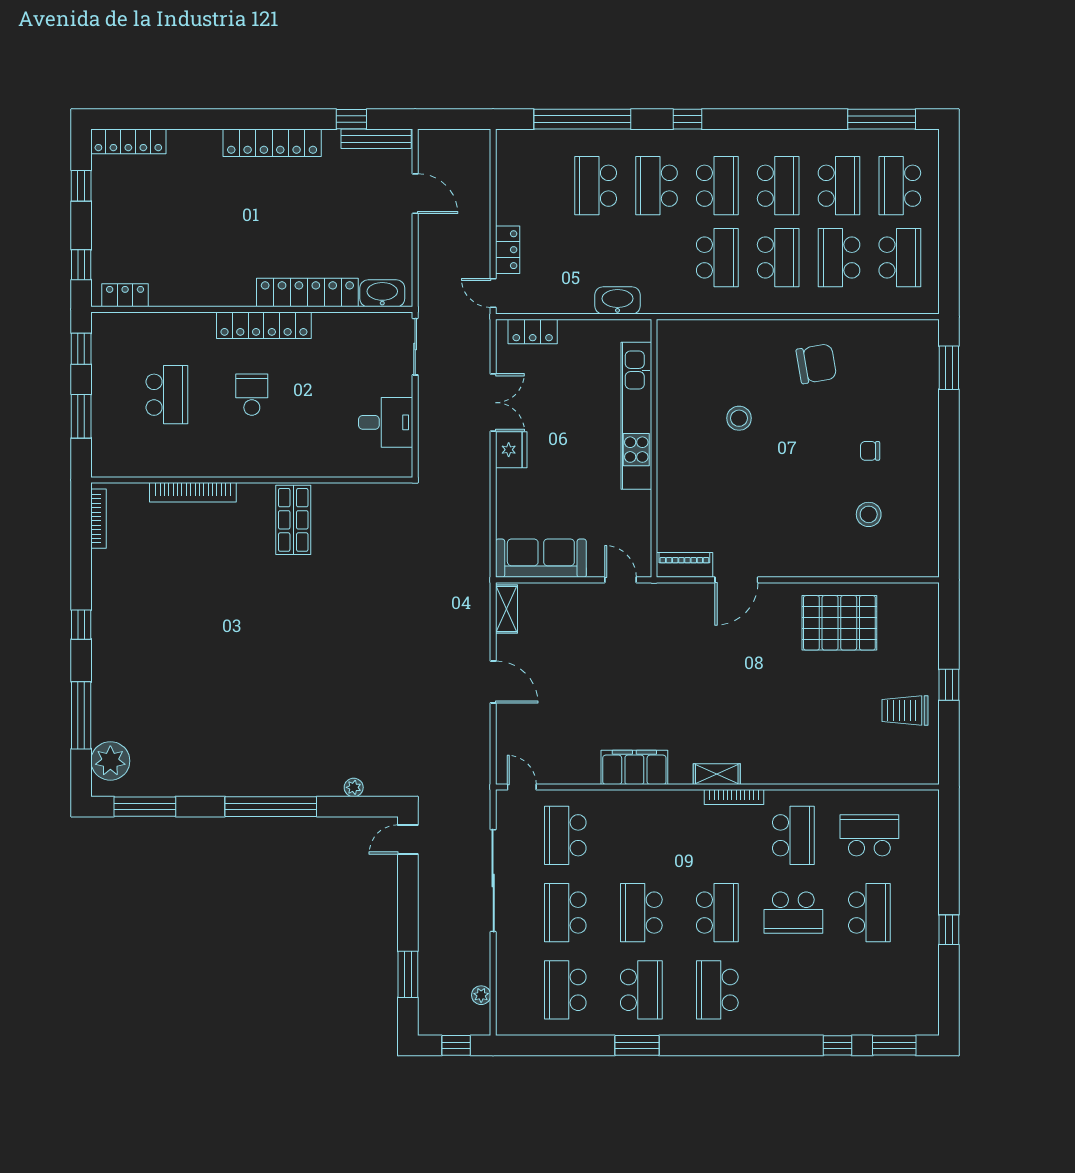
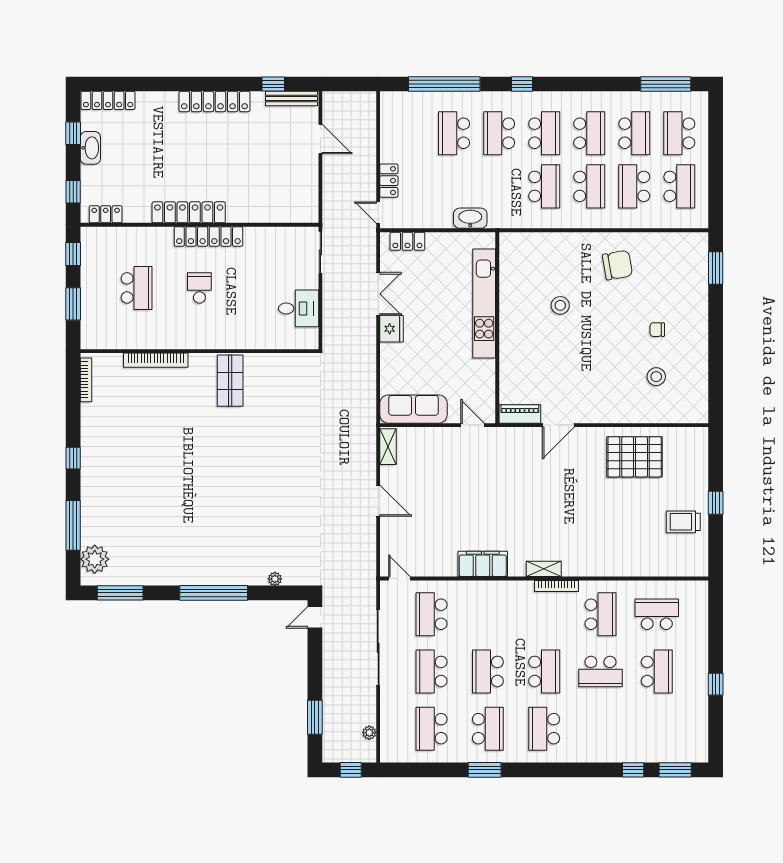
locker: (307, 293) -> (189, 212), moved
washbasin: (382, 293) -> (90, 148), moved, turned 90

